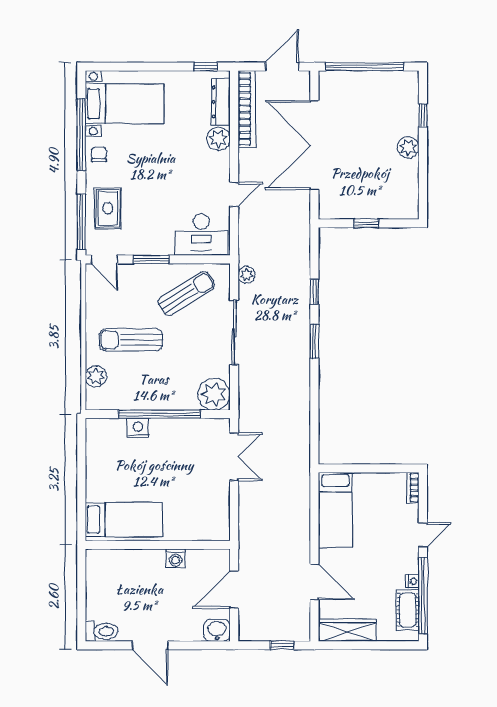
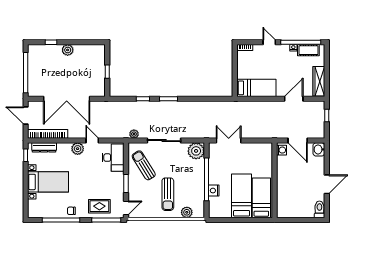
bed with nightstands: (124, 104) -> (48, 182), moved, turned 90
plant: (218, 139) -> (78, 149), moved
bed: (128, 482) -> (242, 196), added
washing machine: (176, 558) -> (281, 150), moved

